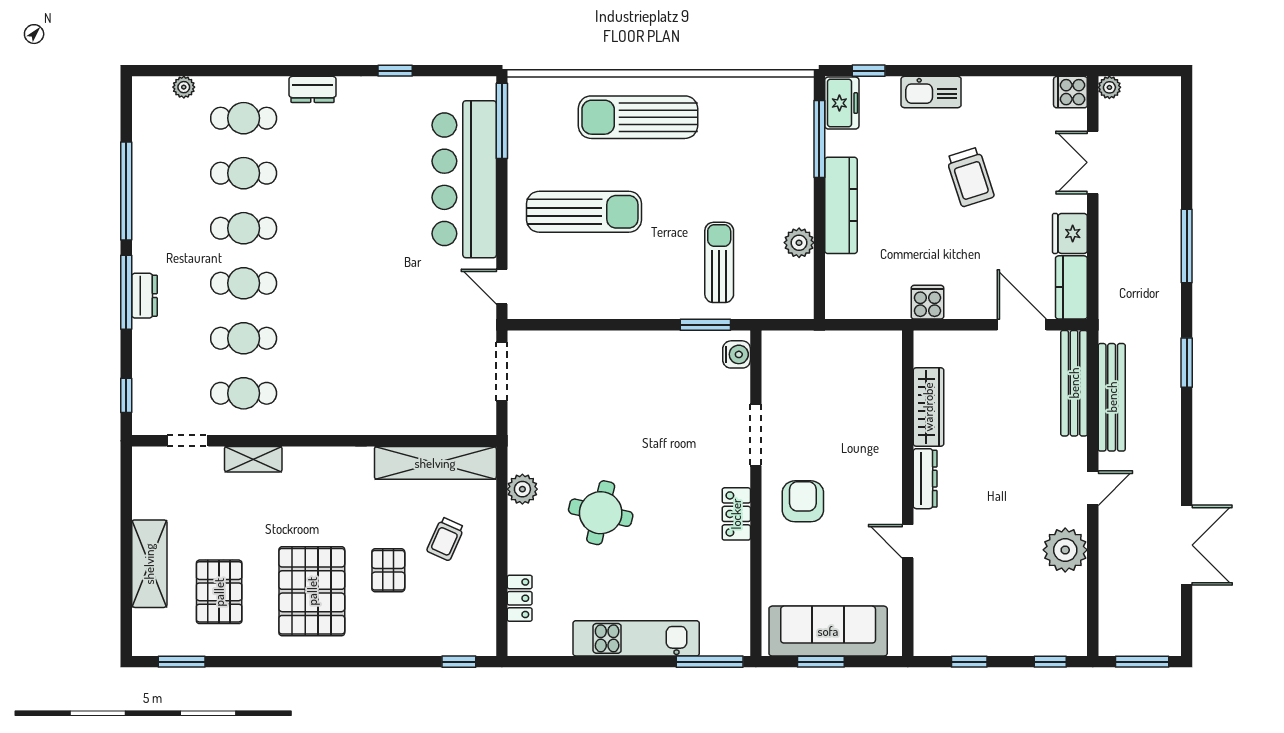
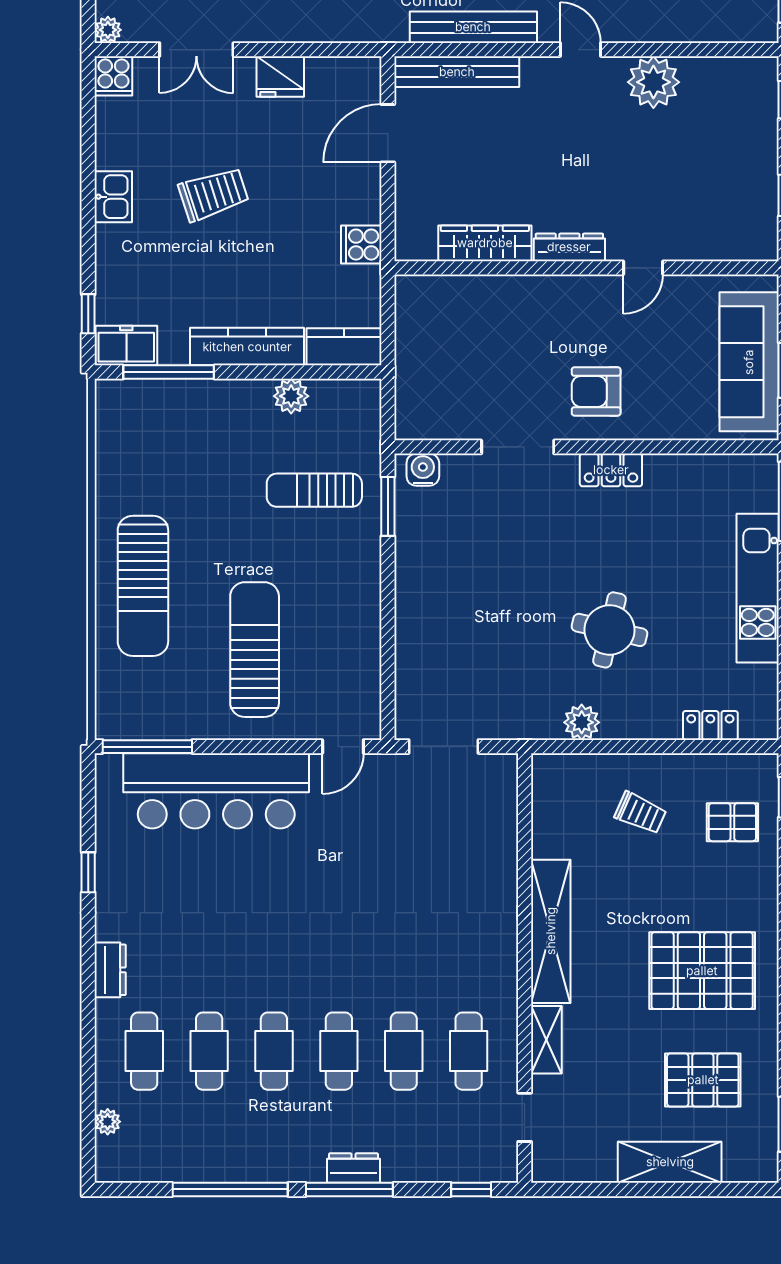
kitchen sink: (931, 92) -> (113, 197), moved, width x0.73
kitchen counter: (1071, 287) -> (344, 347), moved, turned 180
shelving: (435, 463) -> (551, 931), moved
pallet: (388, 570) -> (732, 822), moved

